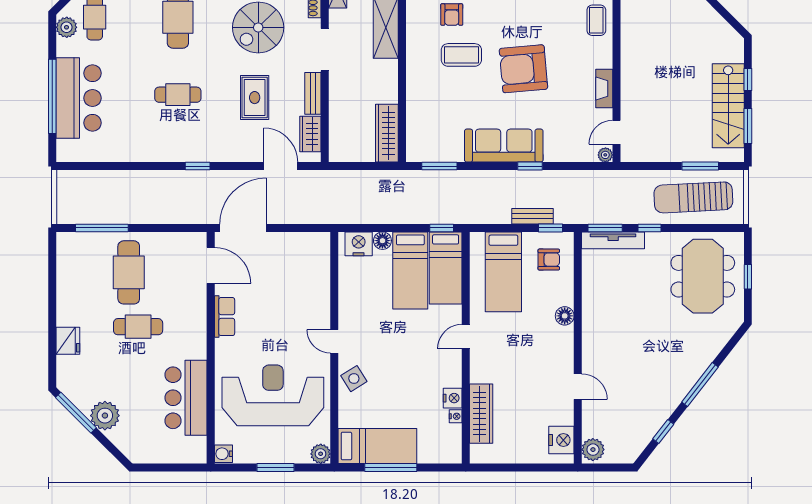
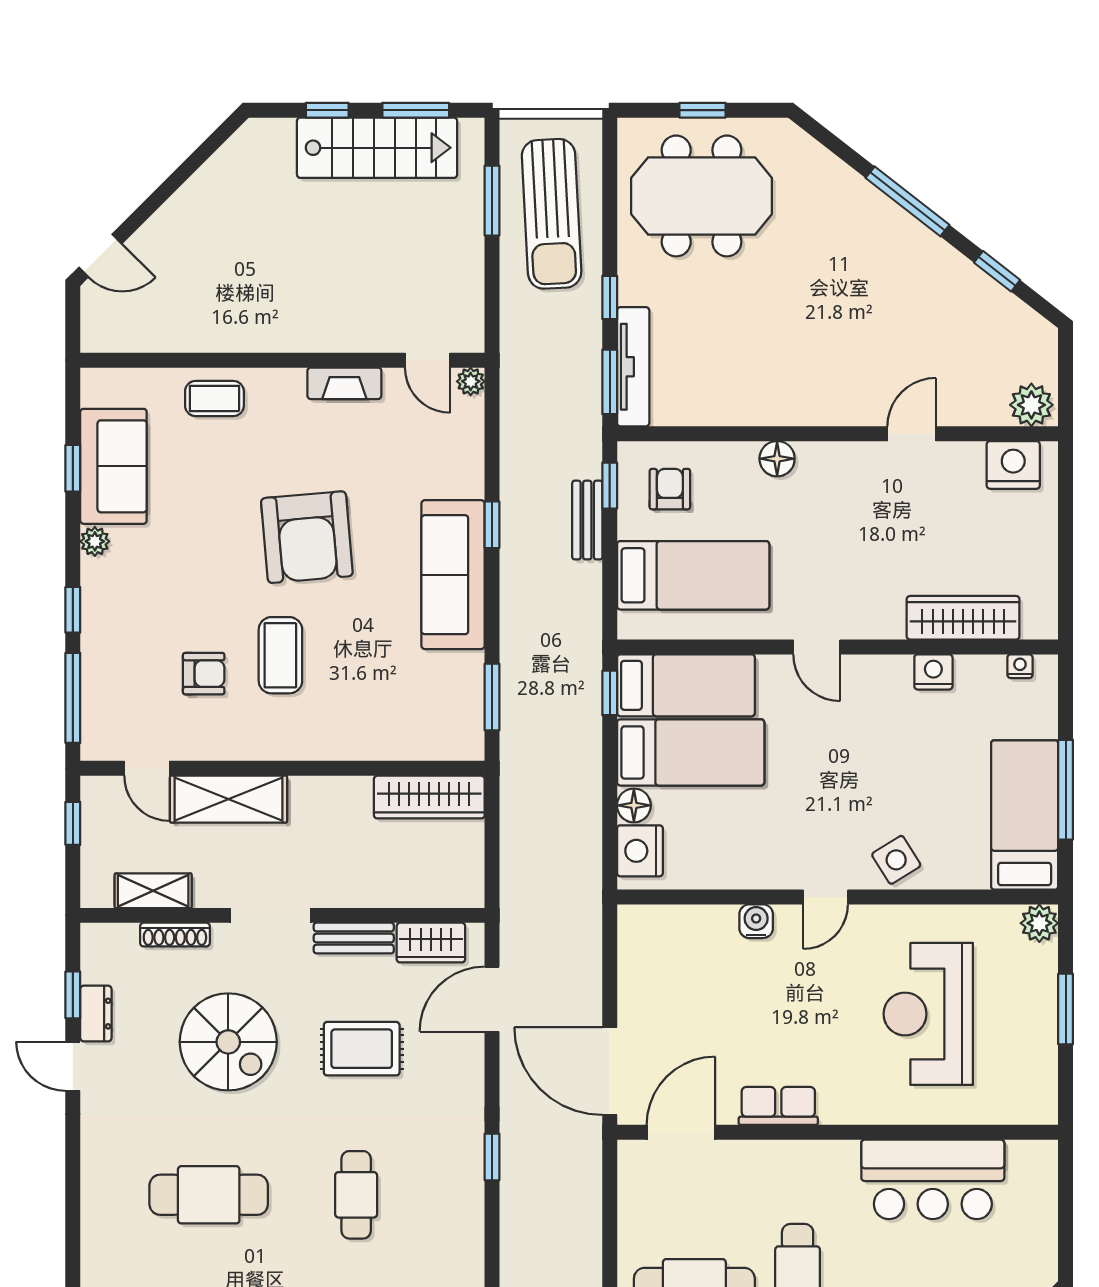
reception desk: (273, 395) -> (928, 1014), width x0.74, depth x0.77
nightstand: (456, 416) -> (1020, 666), moved
water cooler: (223, 454) -> (756, 921), moved, turned 180

